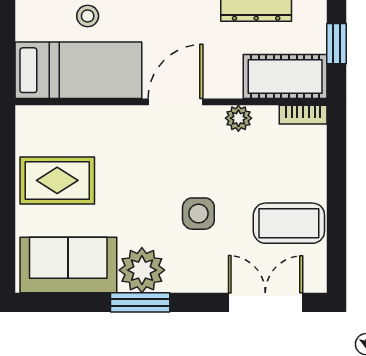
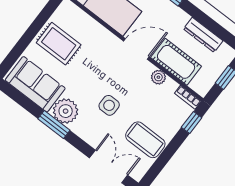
cot: (285, 77) -> (176, 62), moved
window: (336, 147) -> (192, 122), added

